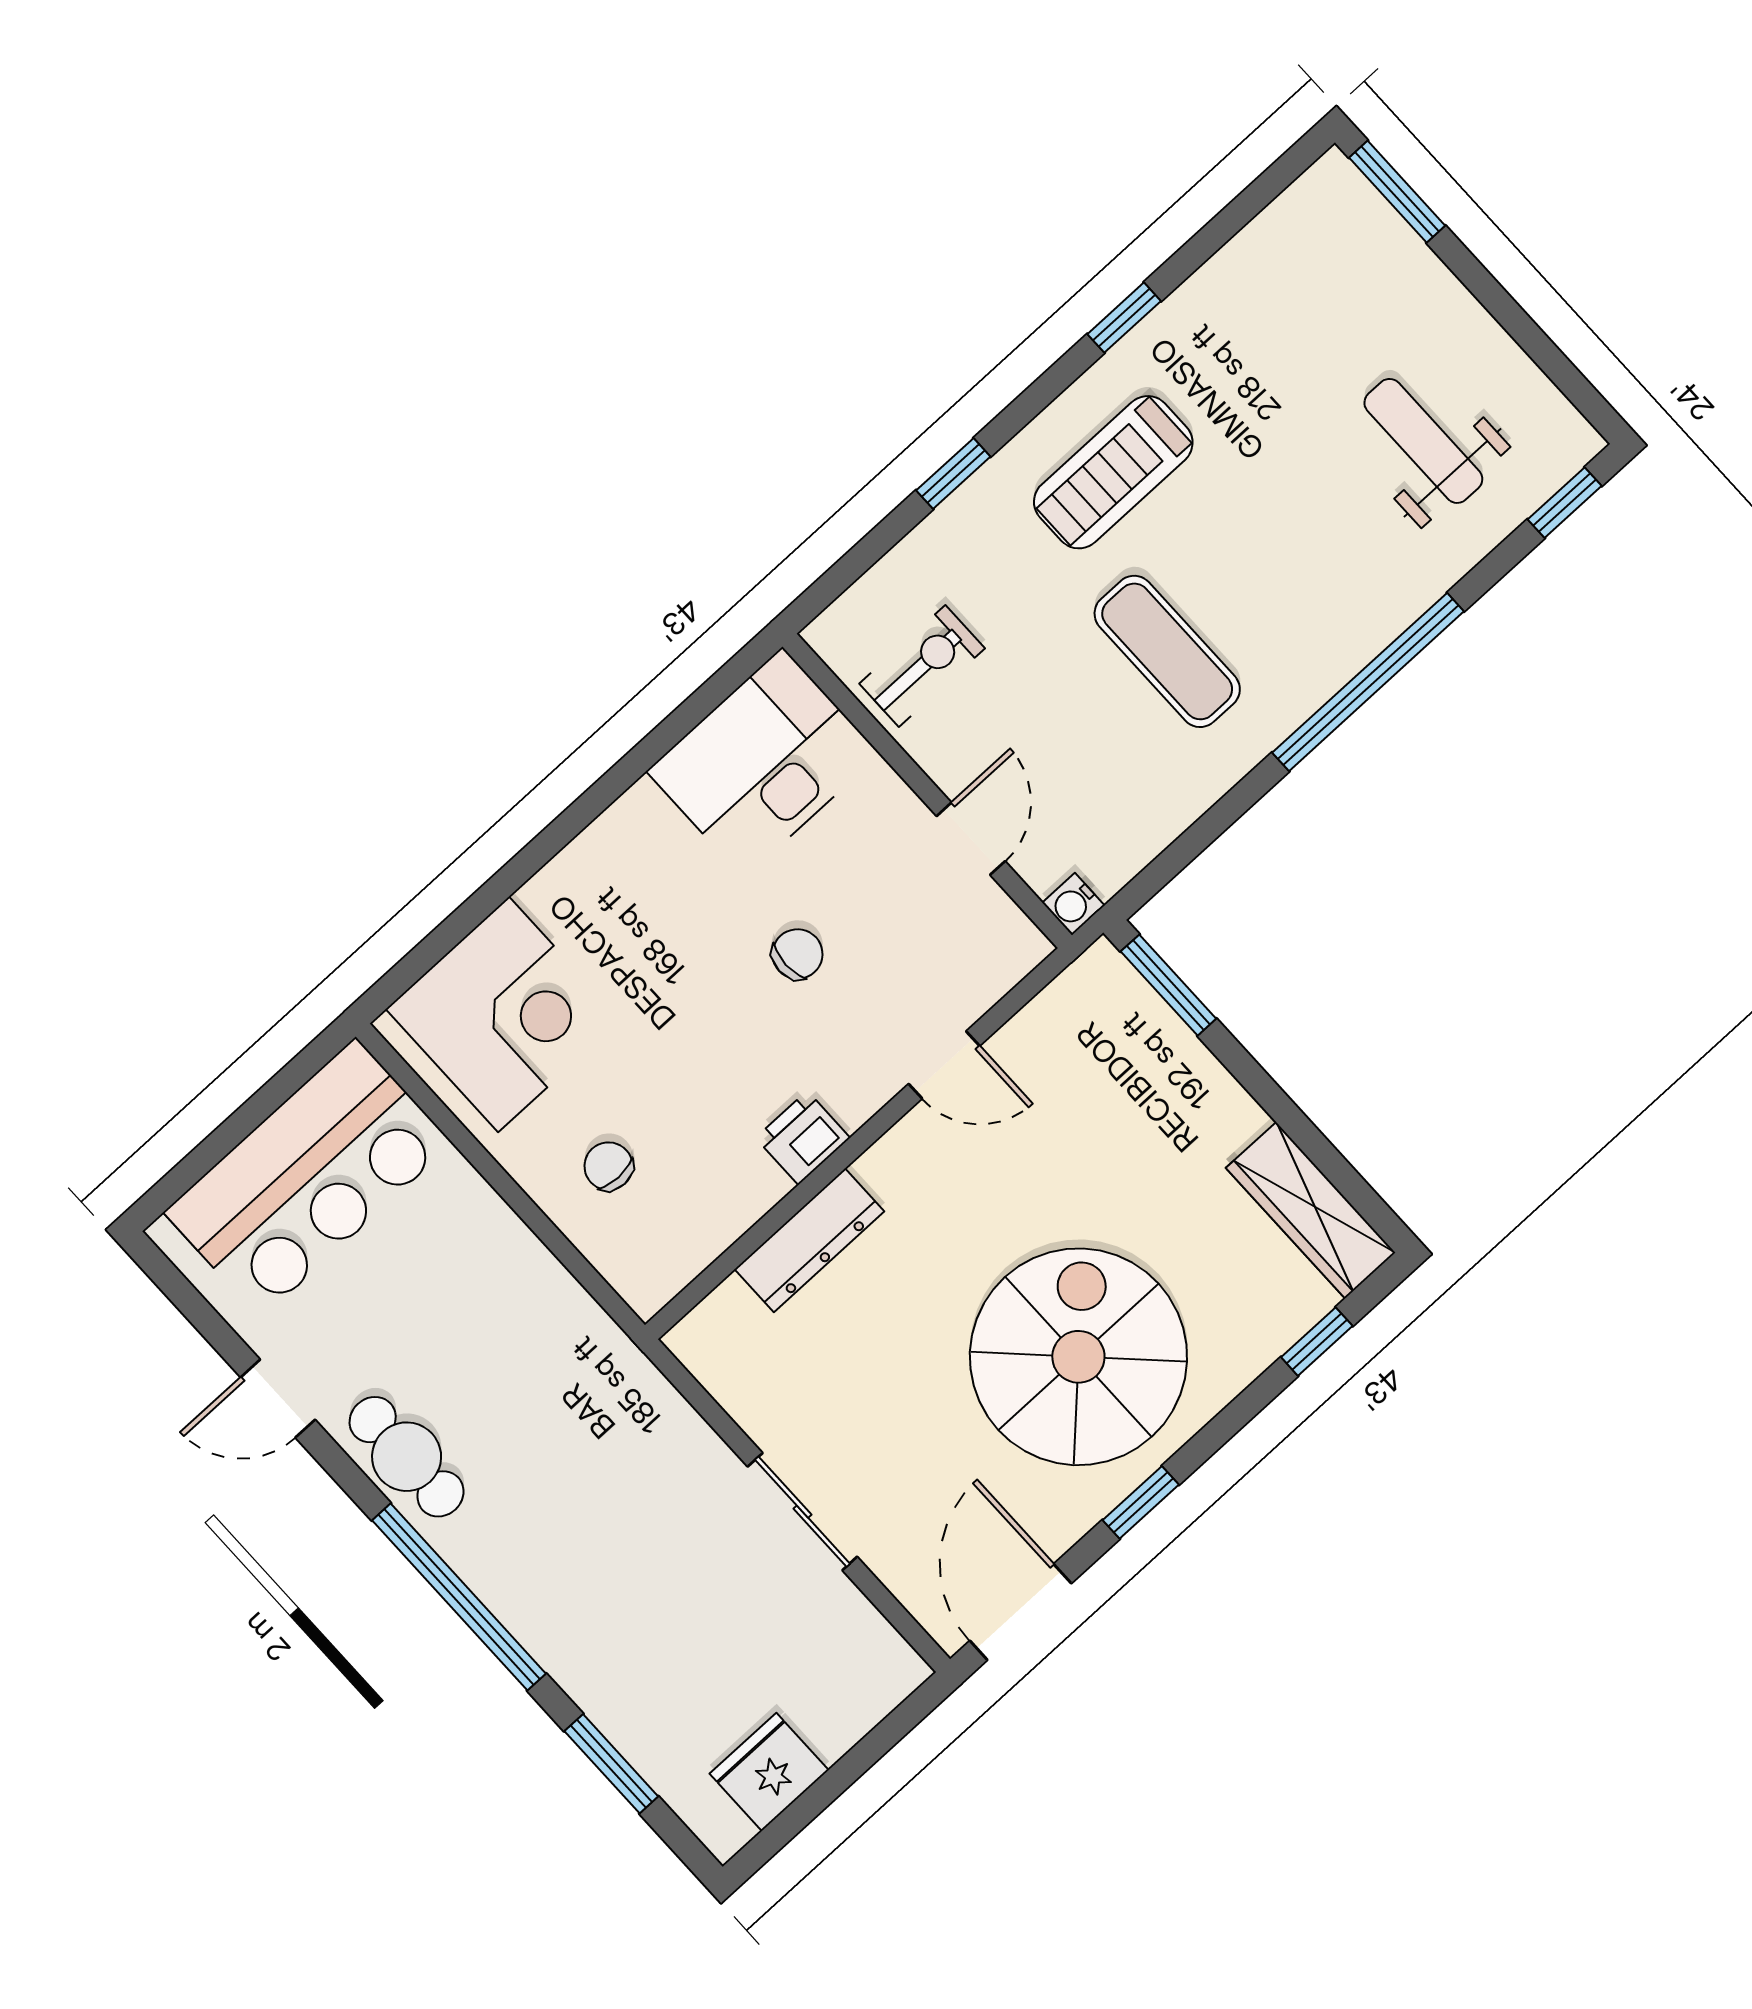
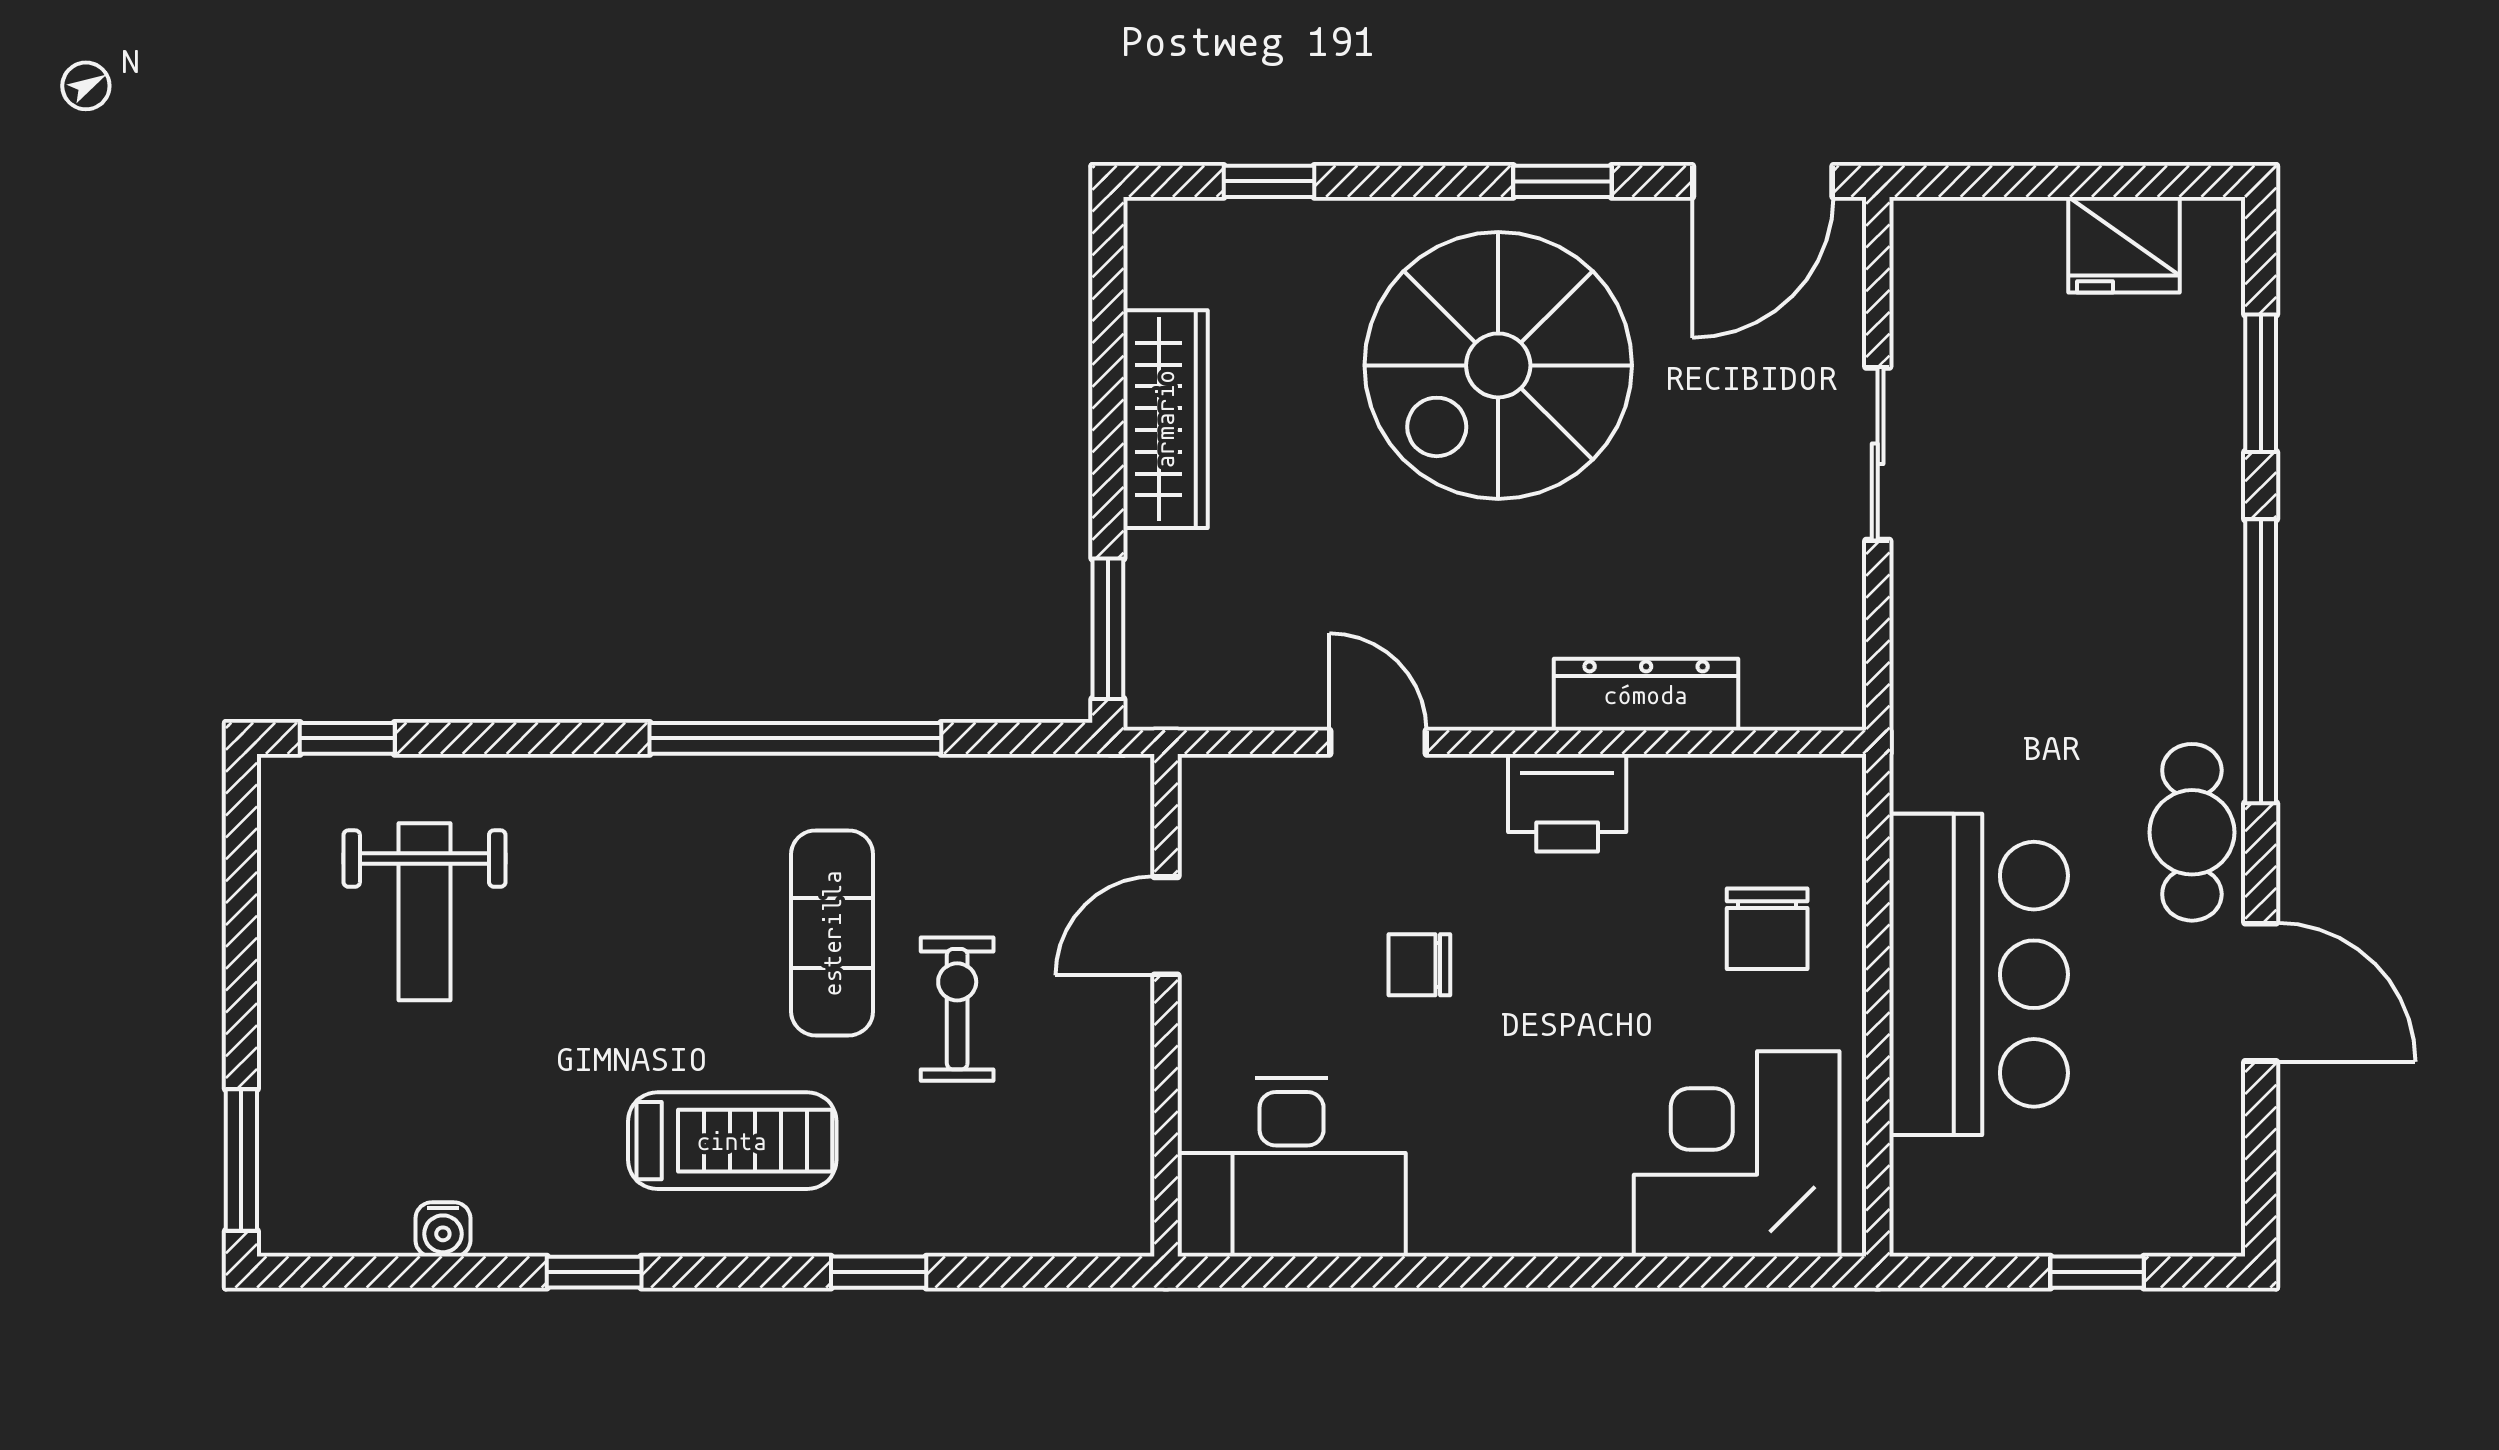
exercise bike: (922, 666) -> (957, 1009), moved, turned 90
window: (1368, 682) -> (795, 738), moved
water cooler: (1073, 904) -> (443, 1229), moved, turned 90
printer: (803, 1138) -> (1567, 803), width x1.36, depth x1.24
window: (222, 1141) -> (2097, 1272), added
chair: (609, 1166) -> (1767, 929), width x1.37, depth x1.37
bar counter: (308, 1178) -> (1979, 974), moved, turned 90
wardrobe: (1311, 1210) -> (1165, 419), moved
door: (278, 1398) -> (2261, 992), width x1.38

